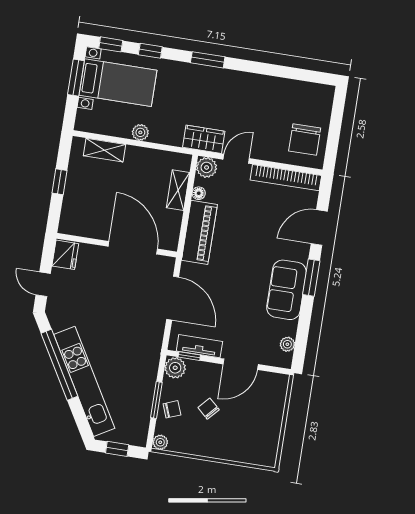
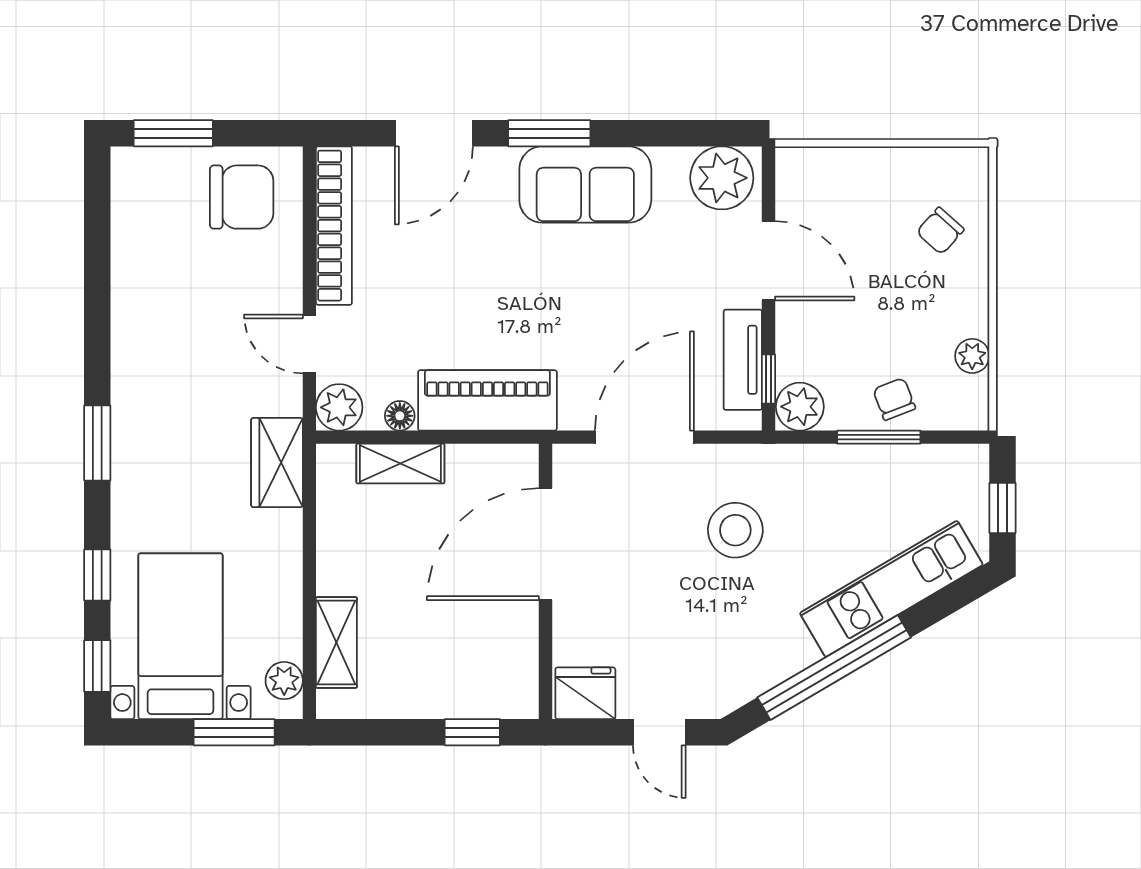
window: (76, 78) -> (234, 732), moved
window: (337, 114) -> (173, 133), added
plant: (140, 132) -> (284, 681), moved
wardrobe: (204, 139) -> (277, 463), moved
window: (59, 182) -> (472, 732), moved
door: (319, 228) -> (434, 133), hinge flipped
door: (43, 284) -> (659, 732), hinge flipped
stool: (126, 331) -> (735, 530), added
plant: (287, 344) -> (722, 178), width x1.88, depth x1.88
kitchen unit: (84, 381) -> (891, 589), width x0.73
chair: (209, 409) -> (940, 231), moved
plant: (160, 442) -> (972, 356), moved

